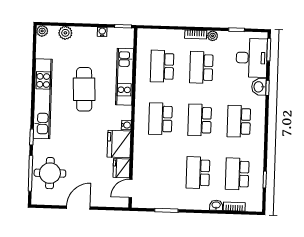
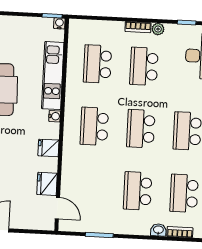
water cooler: (102, 32) -> (59, 23), moved
water cooler: (126, 125) -> (55, 116), moved
fridge: (119, 144) -> (48, 148), width x0.53, depth x0.75
door: (131, 188) -> (57, 208), swing flipped

